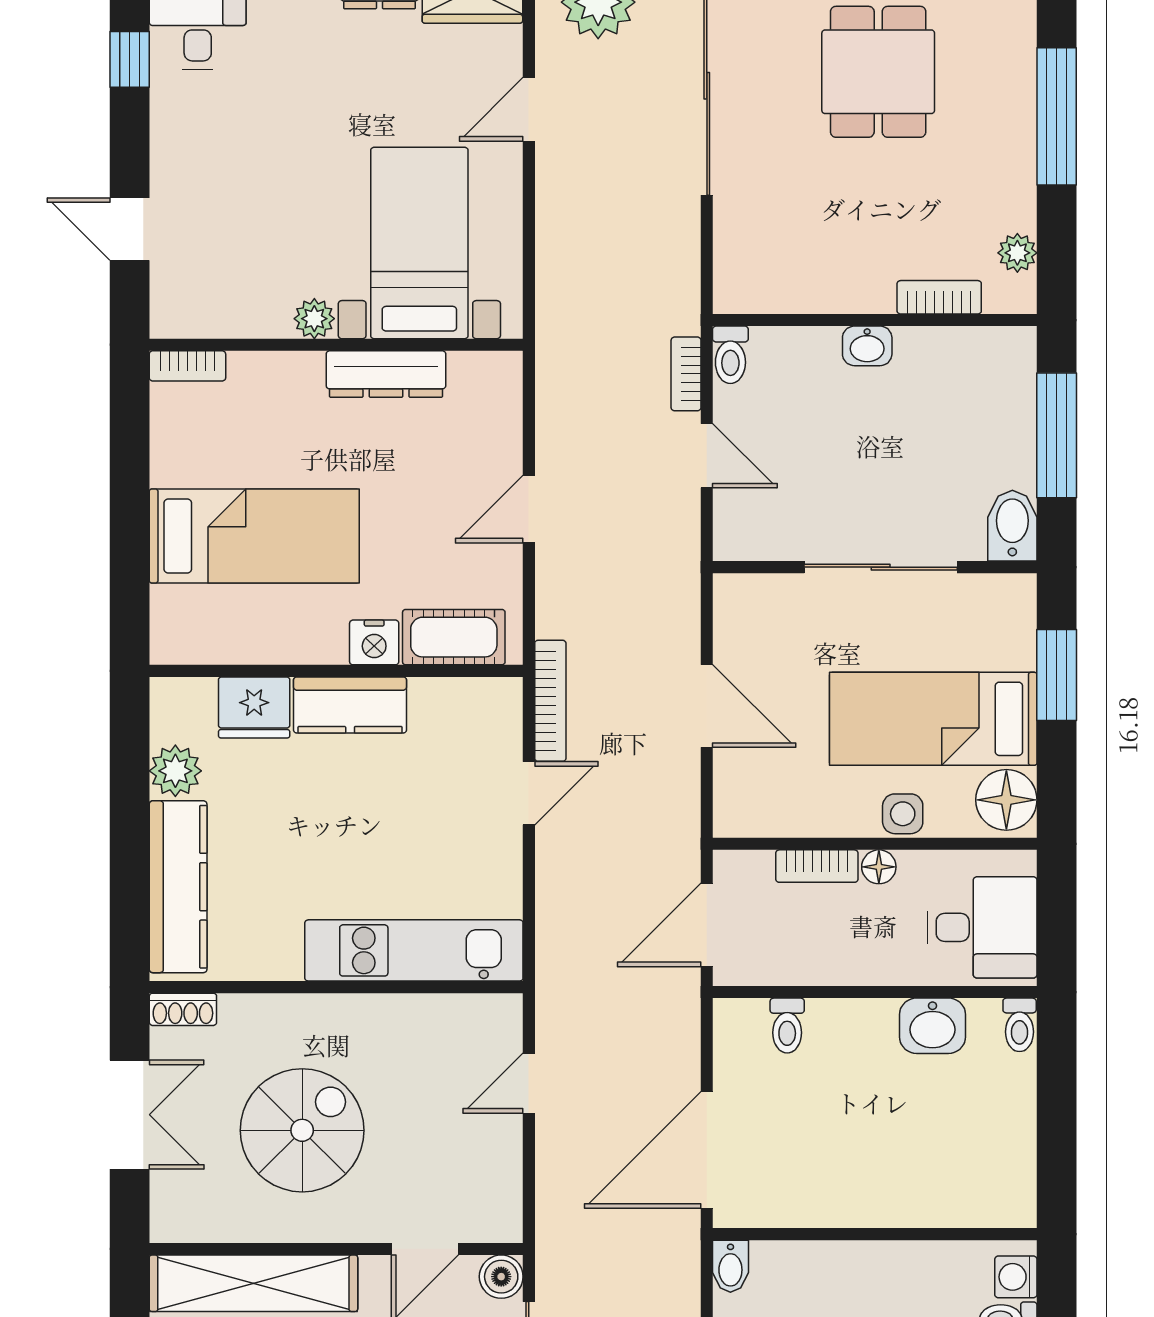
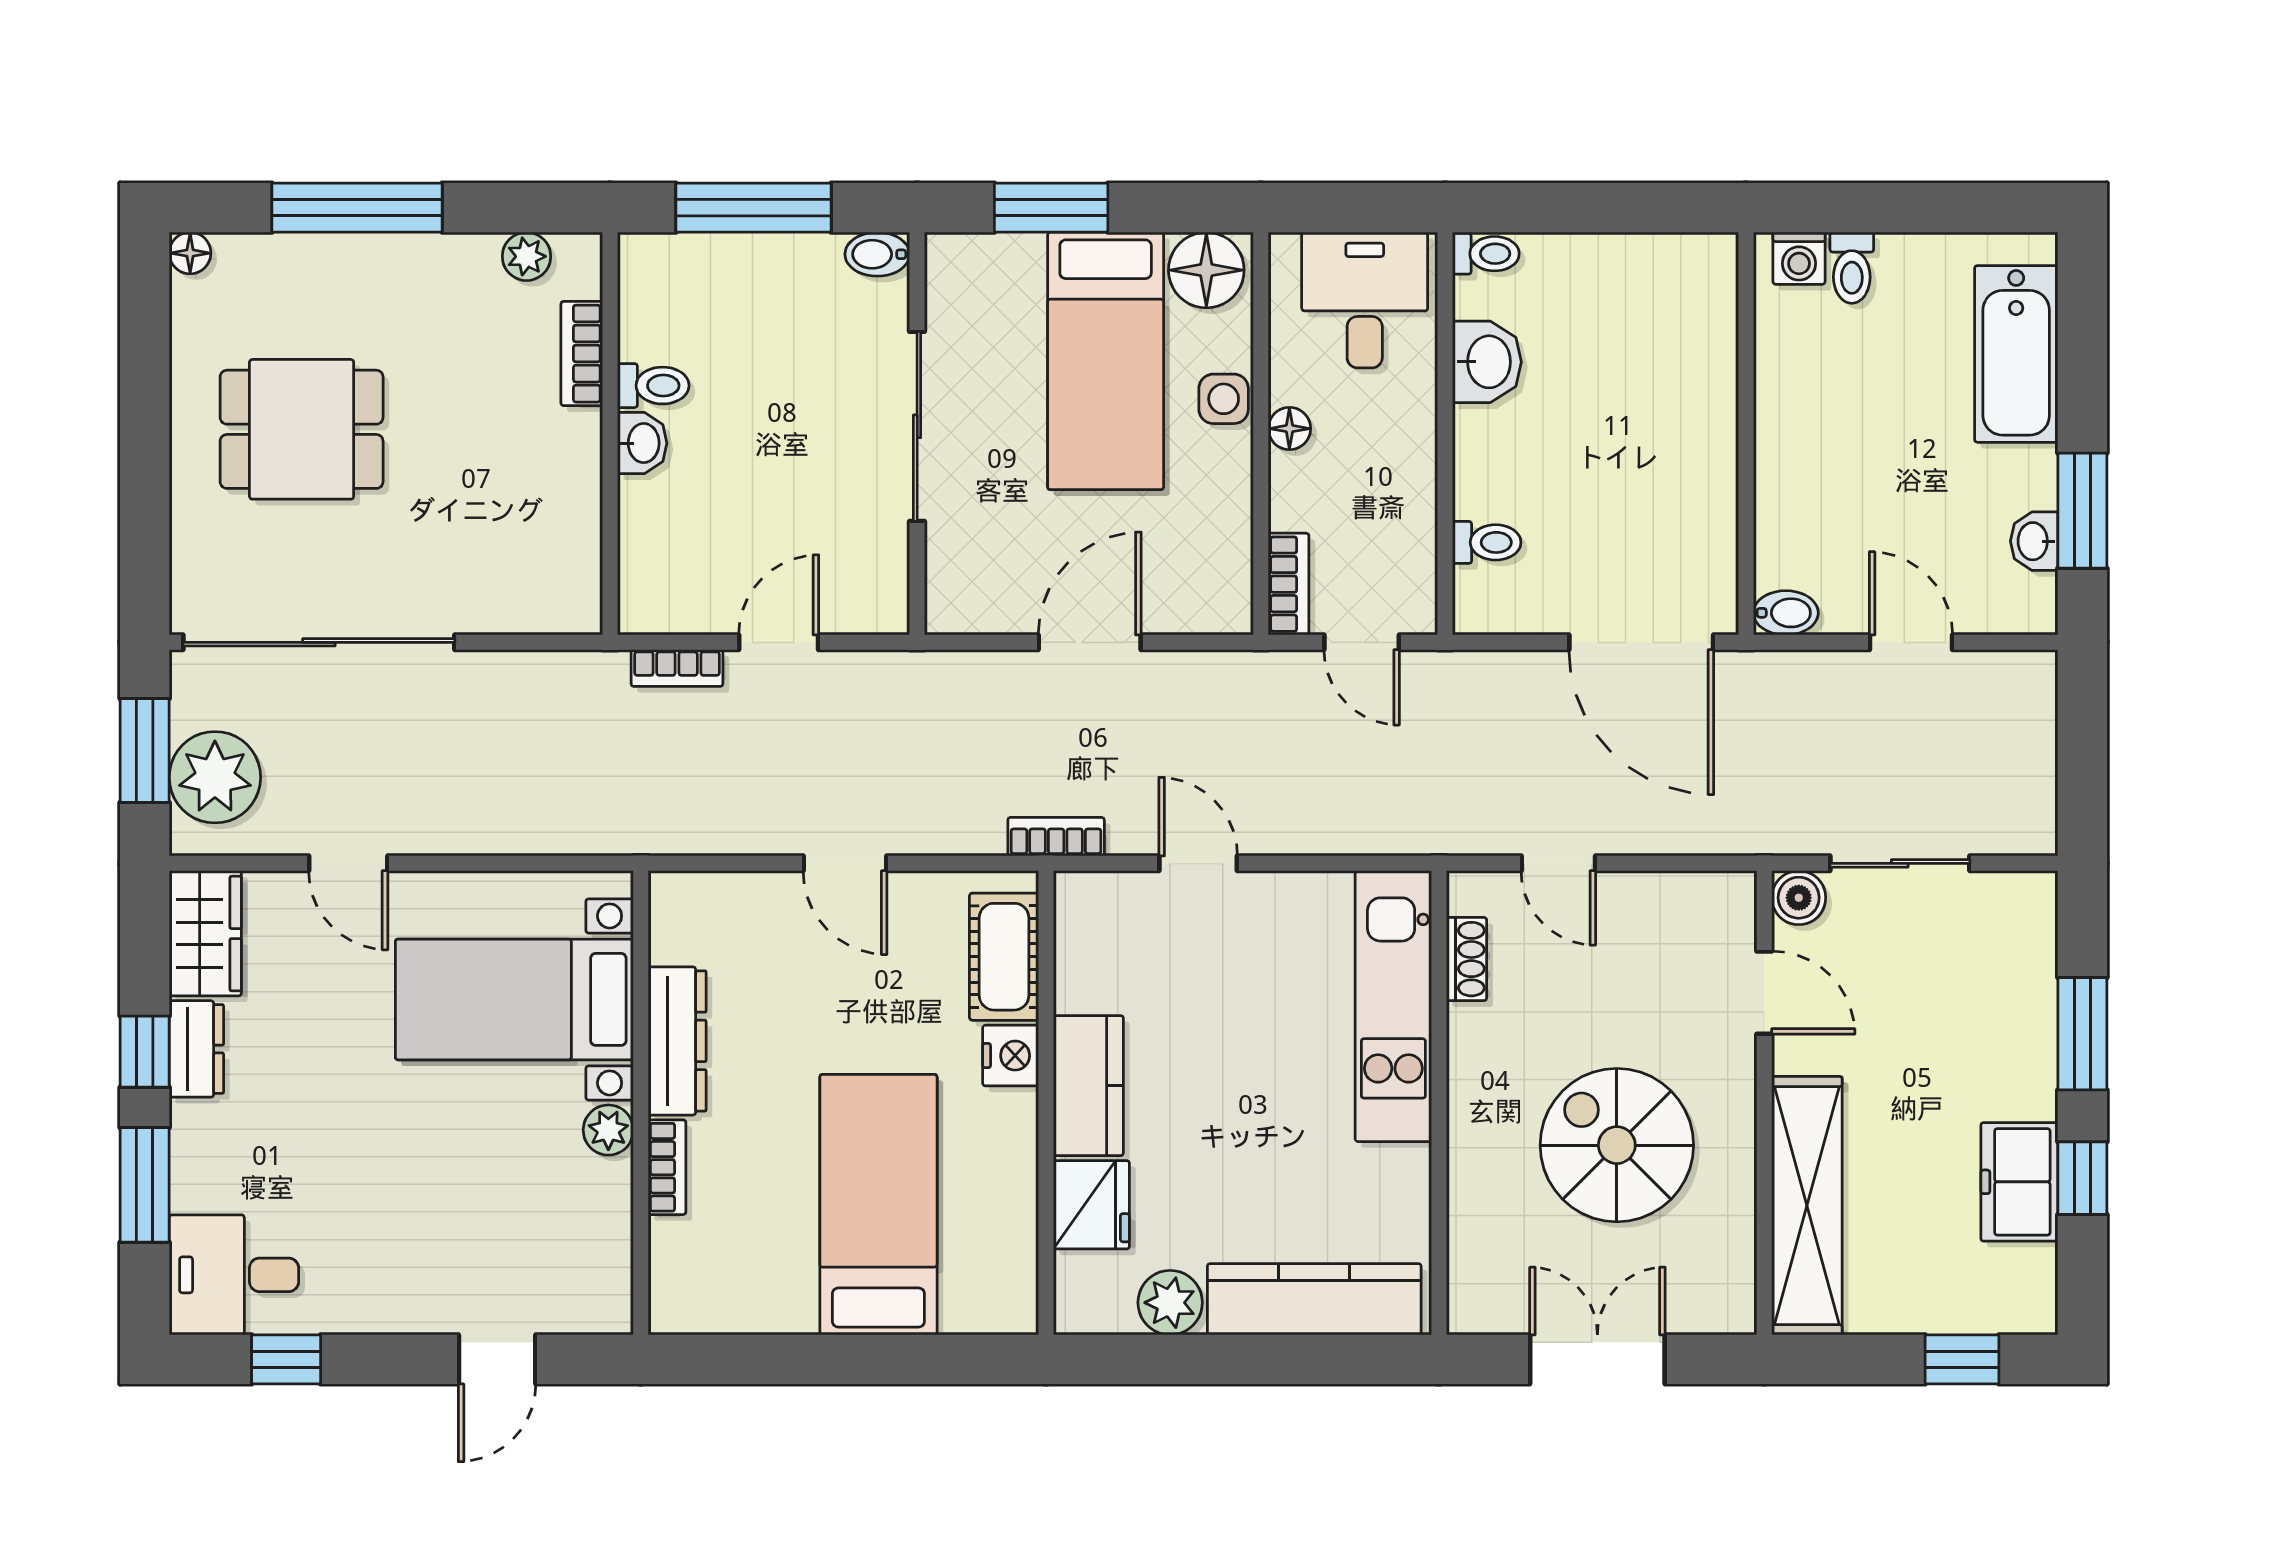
toilet: (730, 355) -> (653, 386), moved
bookcase: (187, 366) -> (667, 1167), moved
bidet: (1012, 526) -> (877, 254), width x0.72, depth x0.74
bookcase: (550, 701) -> (1056, 837), width x0.64
bookcase: (817, 866) -> (1289, 584), moved
door: (707, 925) -> (1362, 642), width x0.73
shoe rack: (183, 1009) -> (1466, 959), moved

